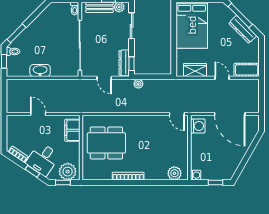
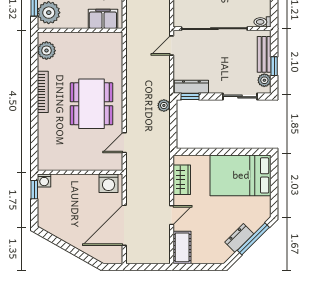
dresser: (243, 29) -> (239, 238), width x0.70
door: (104, 78) -> (172, 46), moved
door: (177, 114) -> (124, 143), moved
dining table: (106, 143) -> (91, 104), moved
plant: (174, 173) -> (46, 51), moved
window: (216, 183) -> (34, 190), moved

